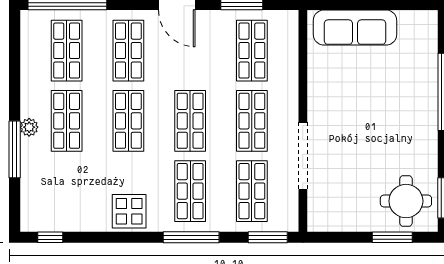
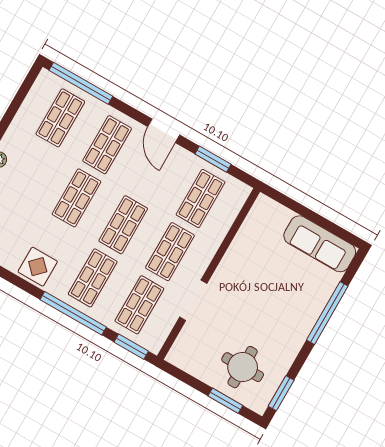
sofa: (355, 28) -> (320, 244), moved
shop shelf: (67, 121) -> (30, 171), removed
doorway: (303, 156) -> (193, 300), width x0.73
round table: (406, 201) -> (243, 367), moved
window: (191, 237) -> (73, 313), width x1.46

